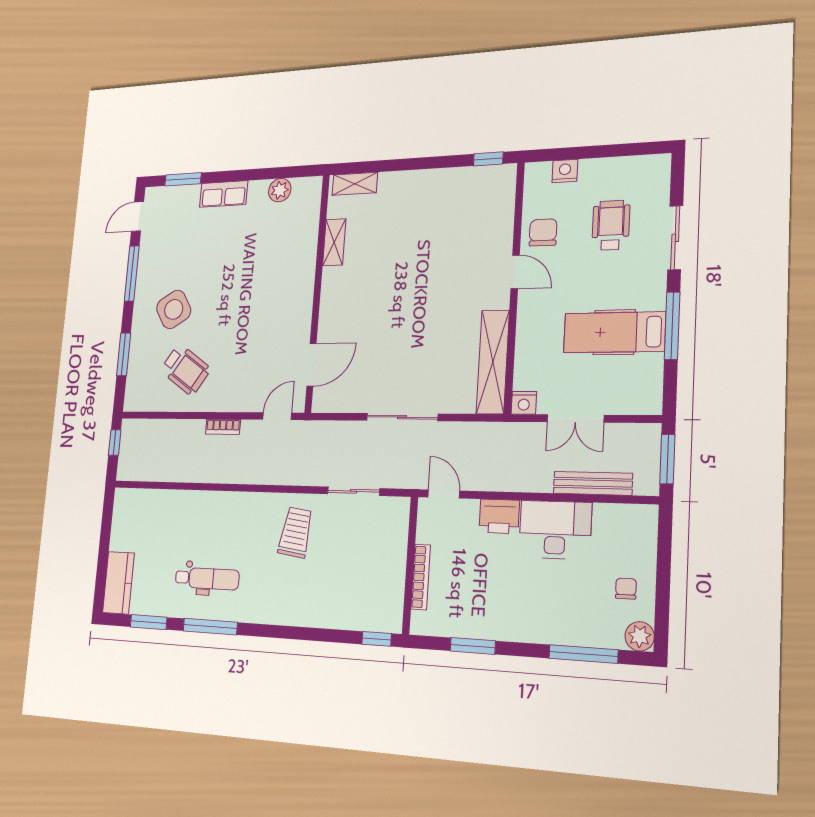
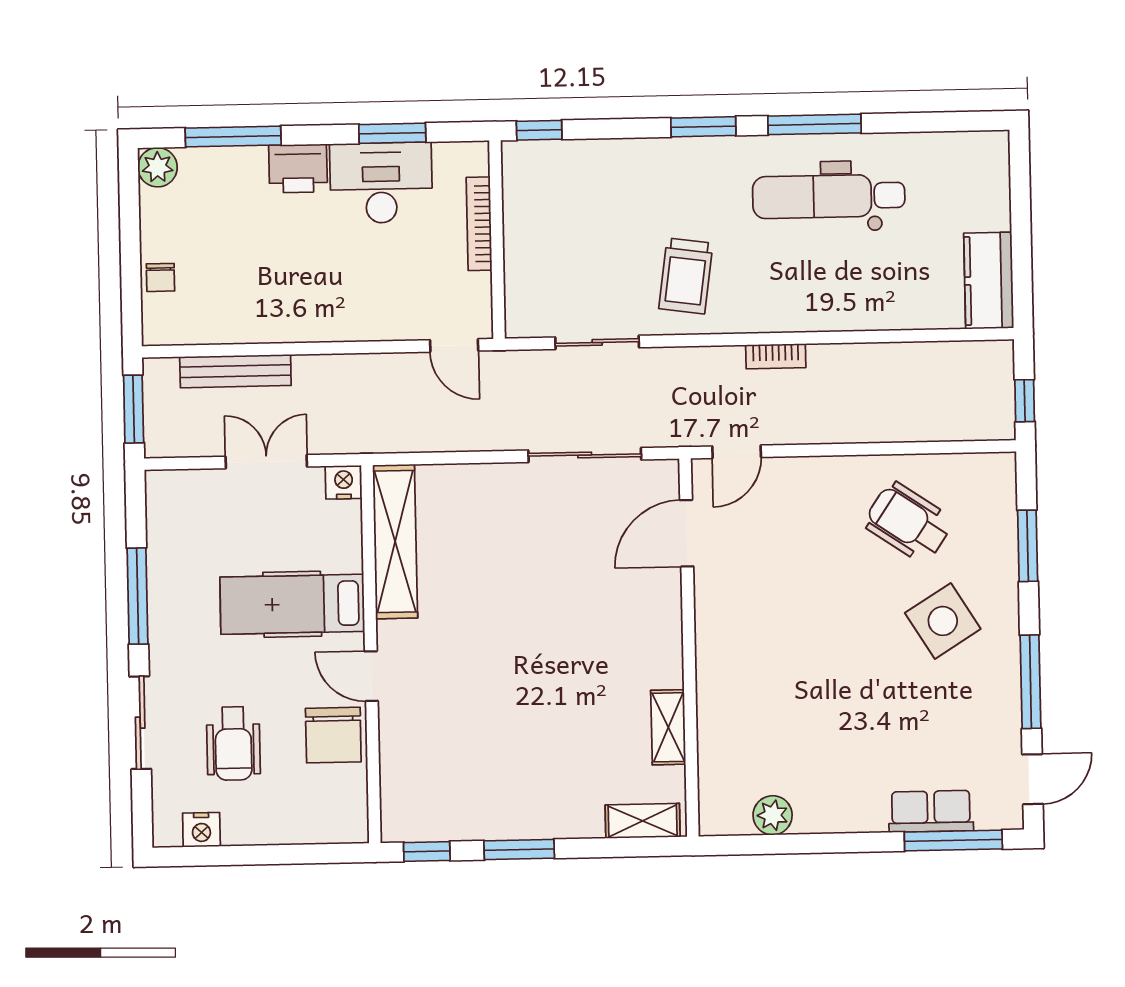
window: (431, 163) -> (519, 850), added
nightstand: (565, 171) -> (201, 830), moved
window: (183, 179) -> (953, 840), width x1.44
row of seats: (224, 194) -> (931, 811), moved
chair: (543, 232) -> (333, 735), width x1.37, depth x1.37
hospital bed: (614, 332) -> (292, 604), moved, turned 180
sliding door: (402, 417) -> (585, 455), moved
bookcase: (223, 427) -> (776, 356), moved, turned 180
printer: (499, 516) -> (298, 169), moved, turned 180
desk: (555, 530) -> (381, 183), moved, turned 180
dental chair: (207, 579) -> (829, 196), width x1.36, depth x1.38
kitchen counter: (118, 583) -> (989, 281), moved
chair: (626, 589) -> (160, 277), moved
window: (149, 622) -> (703, 127), moved

